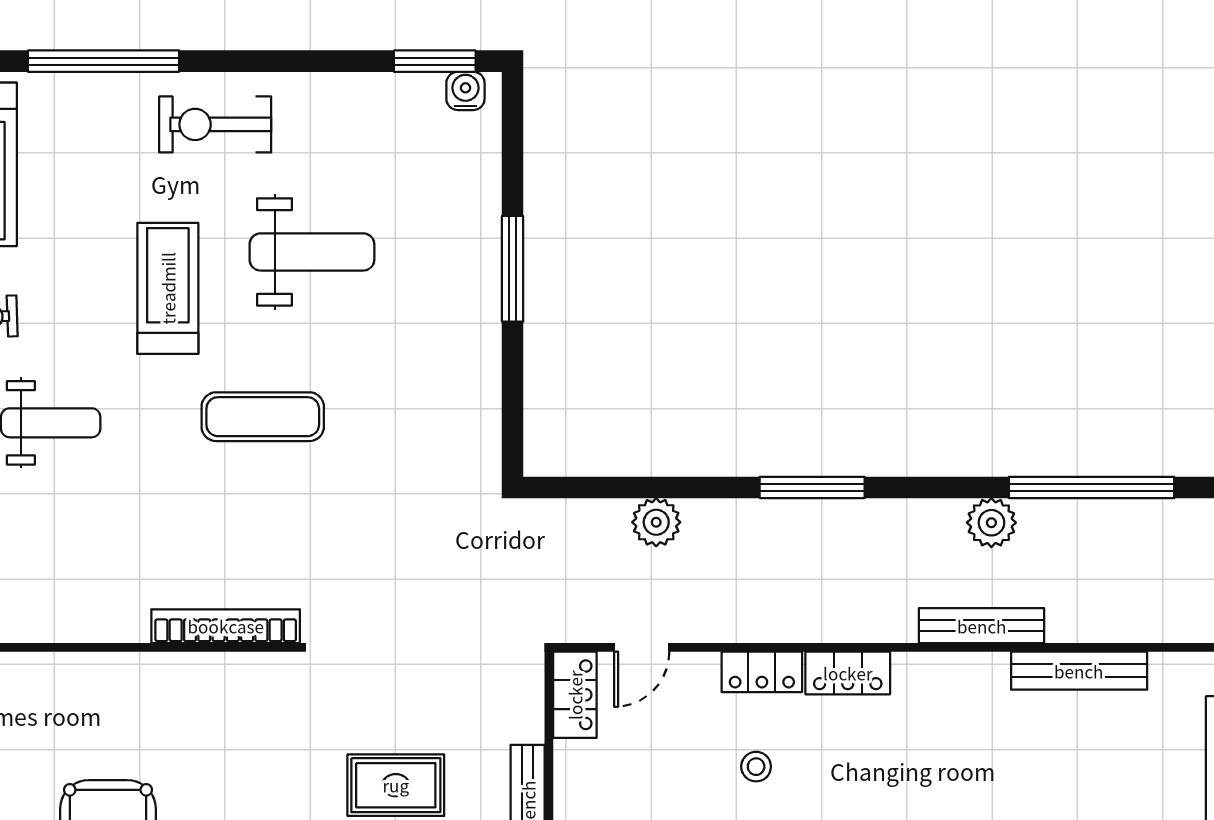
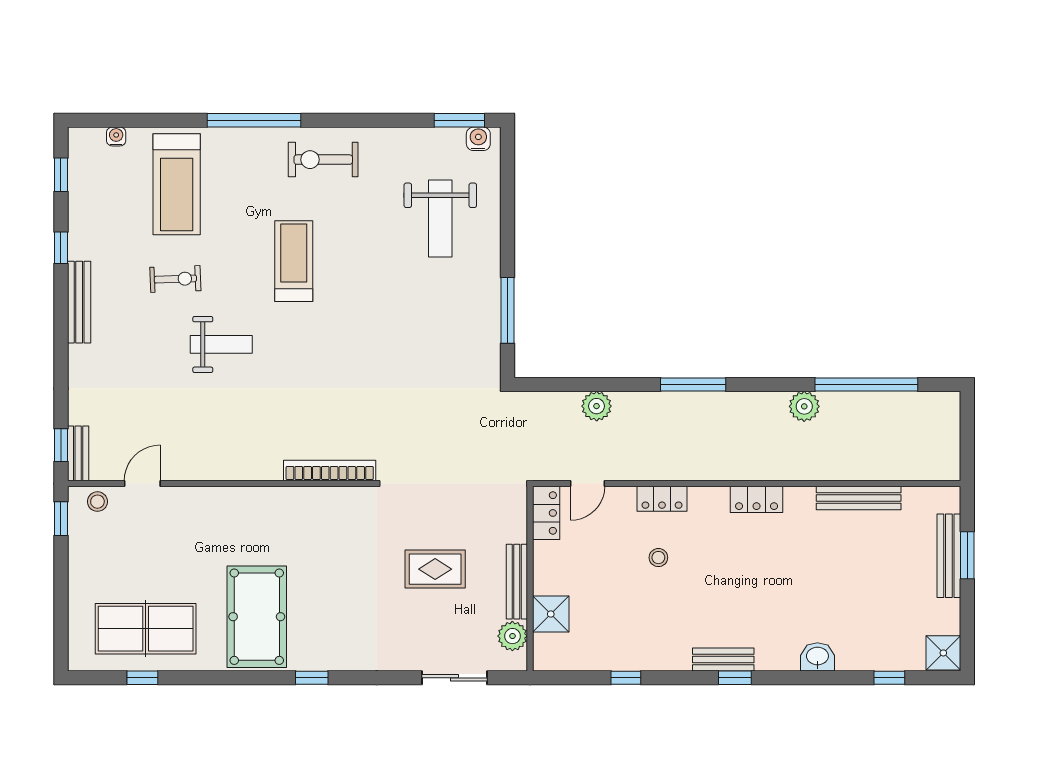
weight bench: (312, 252) -> (440, 218), moved, turned 90
window: (513, 269) -> (507, 310), moved
exercise mat: (263, 417) -> (353, 341), removed
bench: (982, 626) -> (798, 470), removed
locker: (848, 673) -> (757, 499), moved

